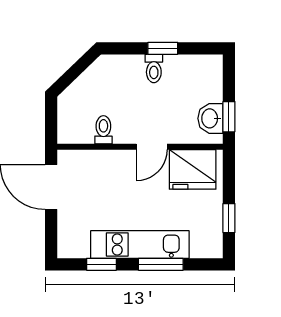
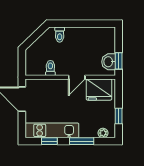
window: (163, 48) -> (83, 24), removed
toilet: (154, 68) -> (60, 35), moved
kitchen unit: (140, 245) -> (52, 130), moved
plant: (200, 249) -> (103, 133), added

